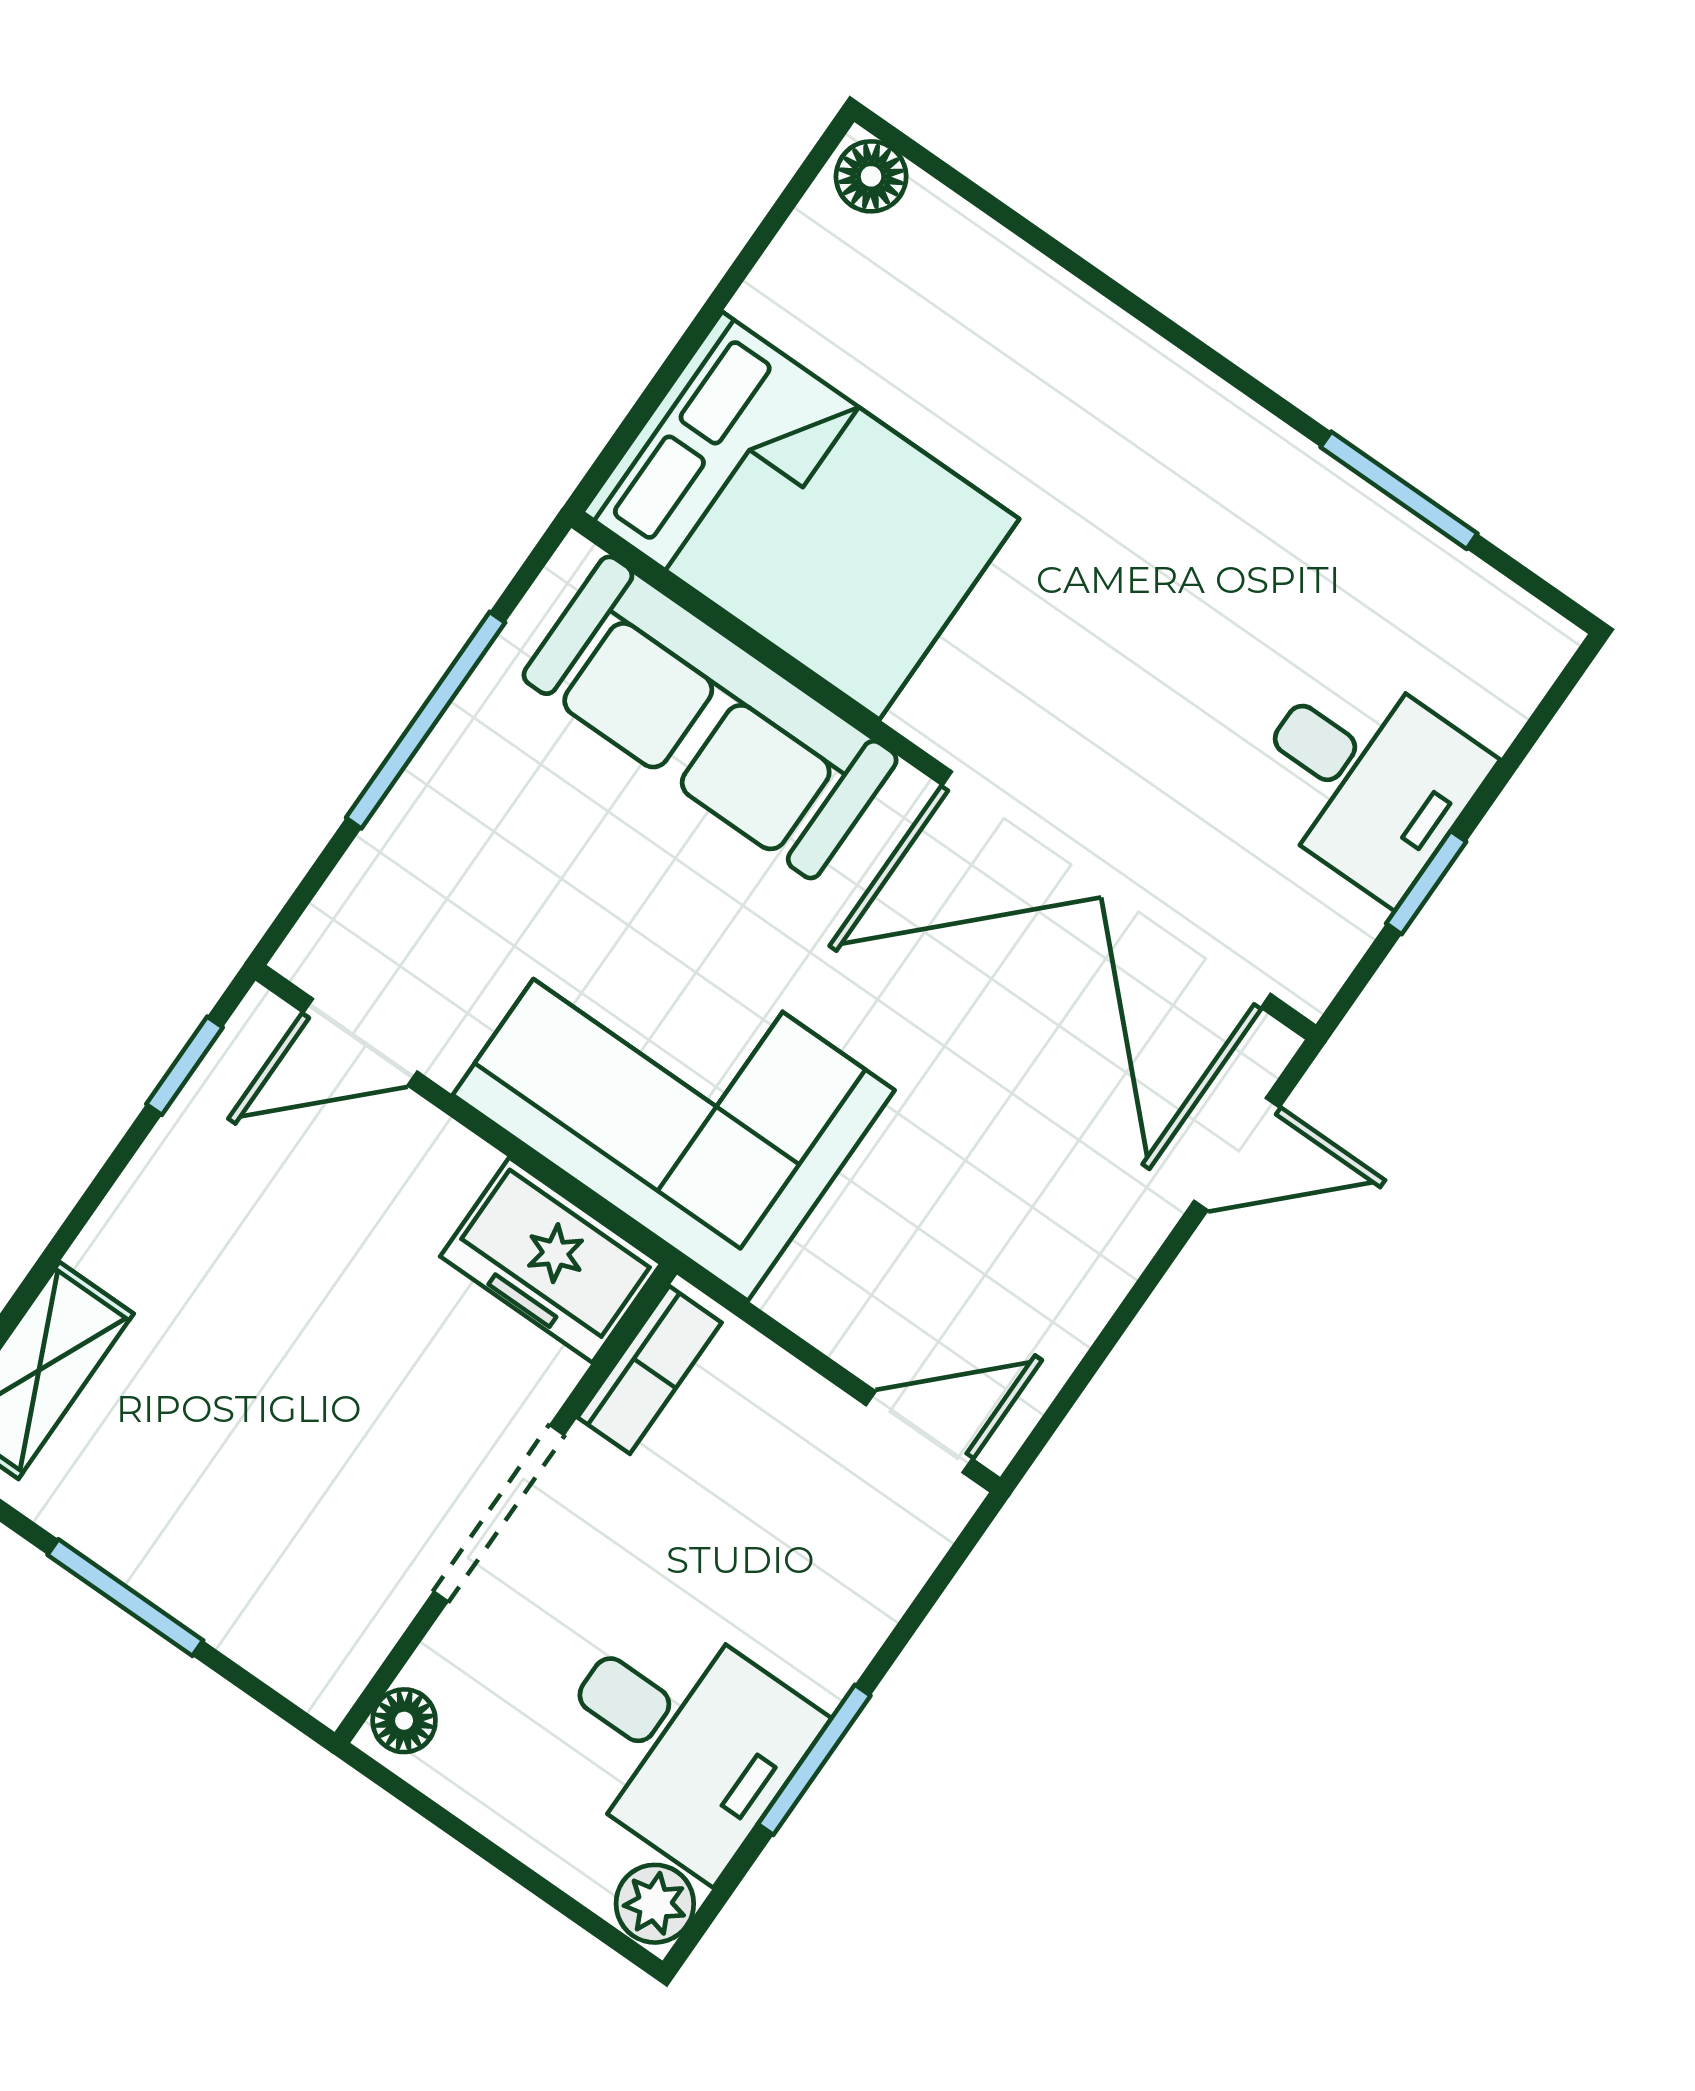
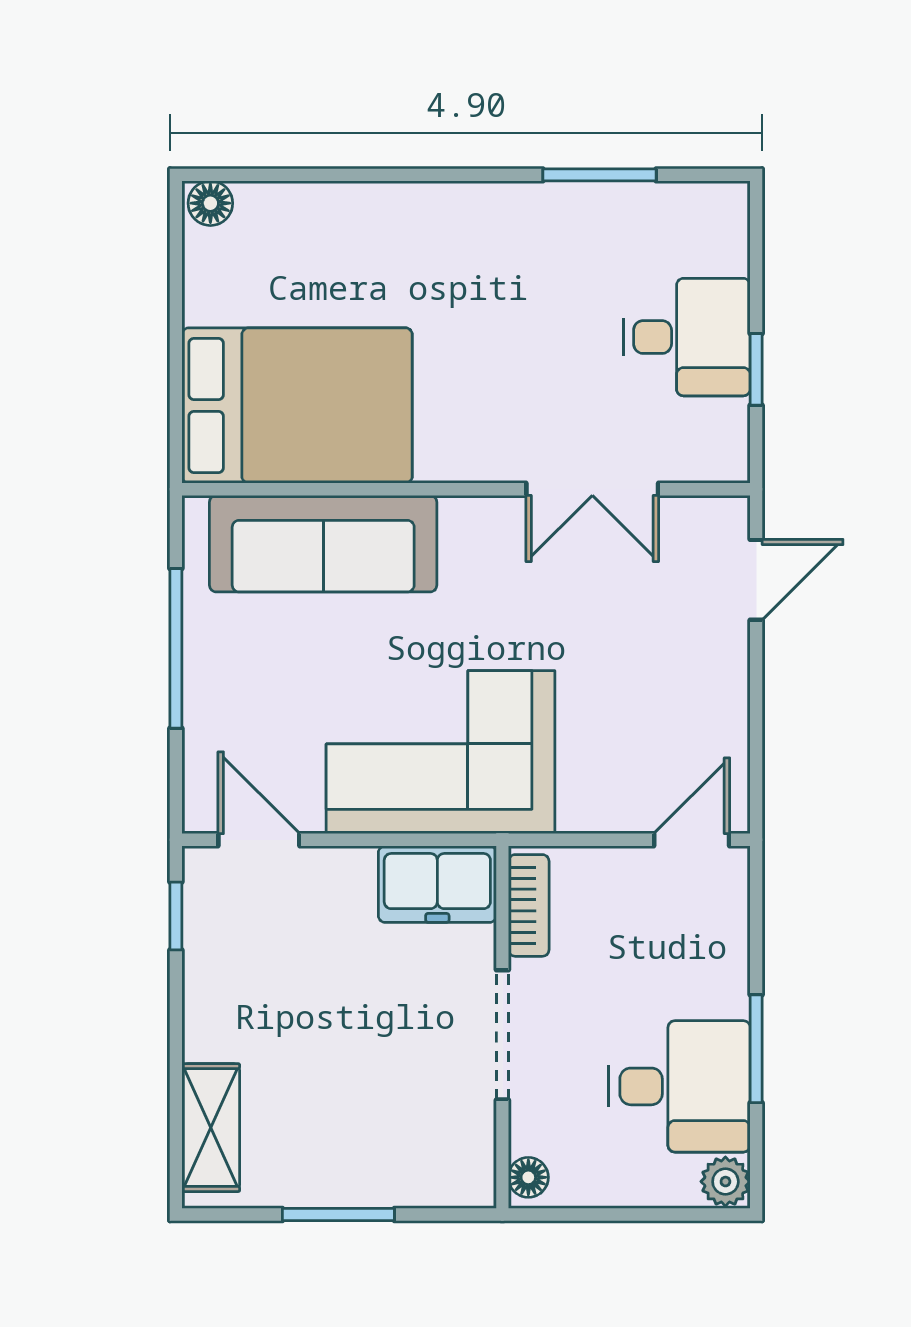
double door: (1107, 890) -> (592, 489), width x0.54
door: (360, 1042) -> (259, 840), swing flipped

